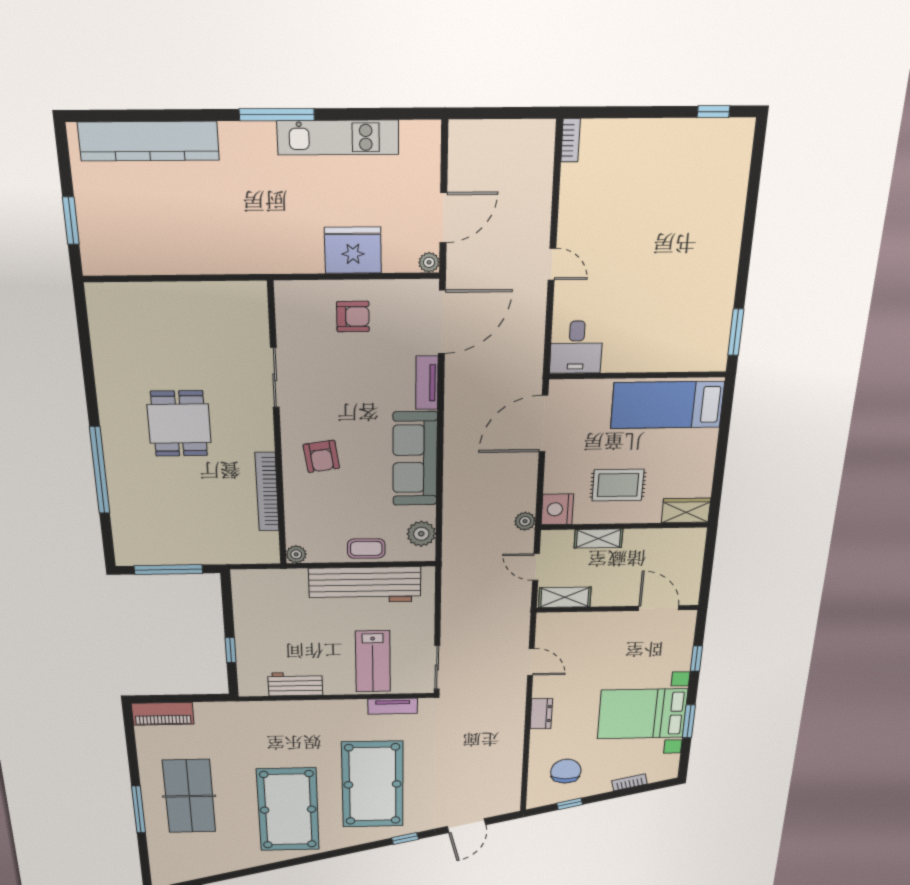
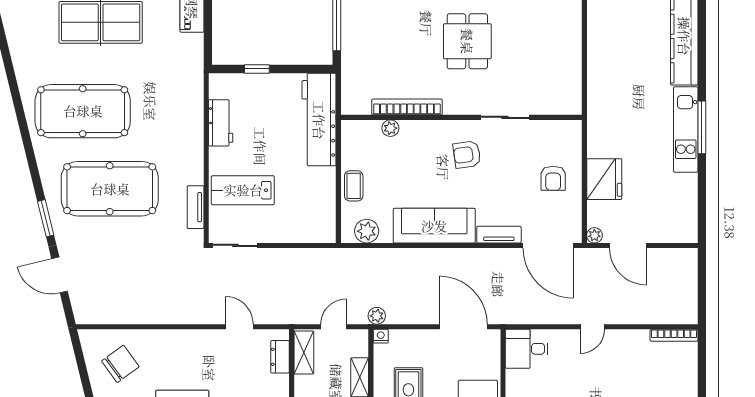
kitchen unit: (338, 138) -> (686, 130), moved
bookcase: (570, 140) -> (674, 335), width x1.56
dining table: (179, 424) -> (467, 41), turned 90
armchair: (321, 456) -> (467, 155), moved
nightstand: (557, 509) -> (381, 336), width x0.53, depth x0.56
plant: (296, 554) -> (390, 128), moved
workbench: (365, 585) -> (319, 120), moved
door: (531, 662) -> (239, 327), swing flipped
dresser: (541, 714) -> (280, 357), moved, turned 90
chair: (566, 771) -> (120, 364), turned -38
window: (570, 804) -> (83, 369), removed
window: (405, 839) -> (46, 218), width x1.50

